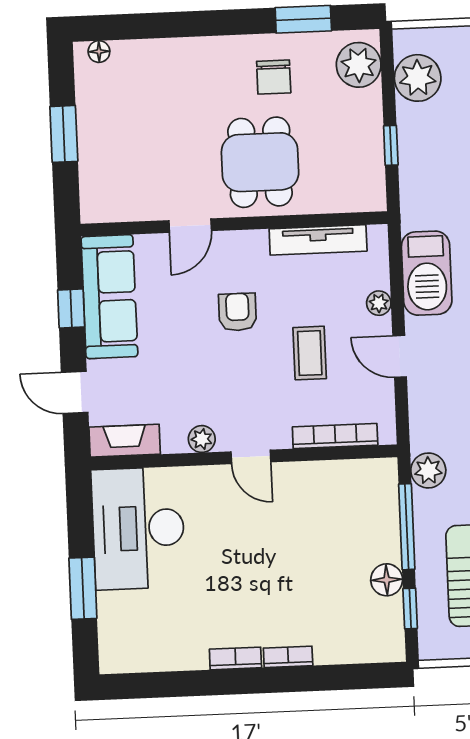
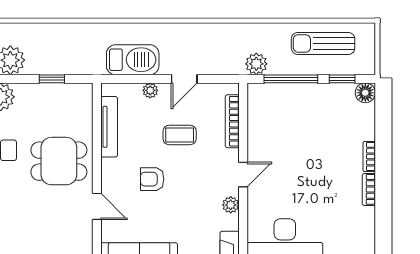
floor lamp: (387, 580) -> (365, 93), moved

